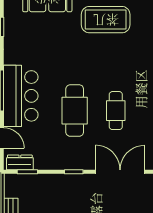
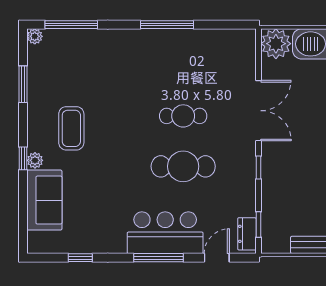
coffee table: (106, 20) -> (71, 128), width x0.73, depth x0.76
double door: (120, 172) -> (258, 111), swing flipped

